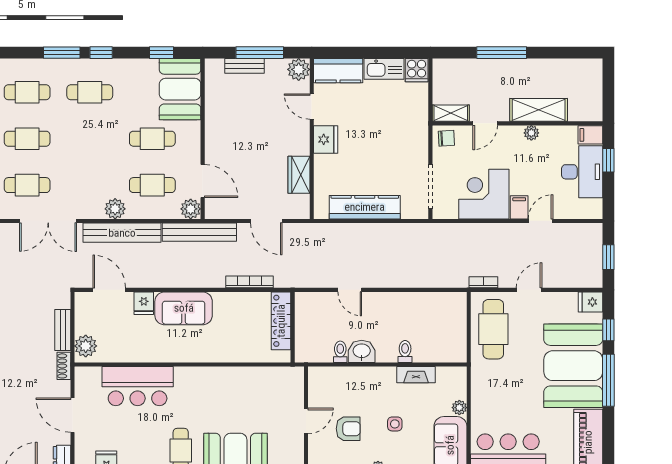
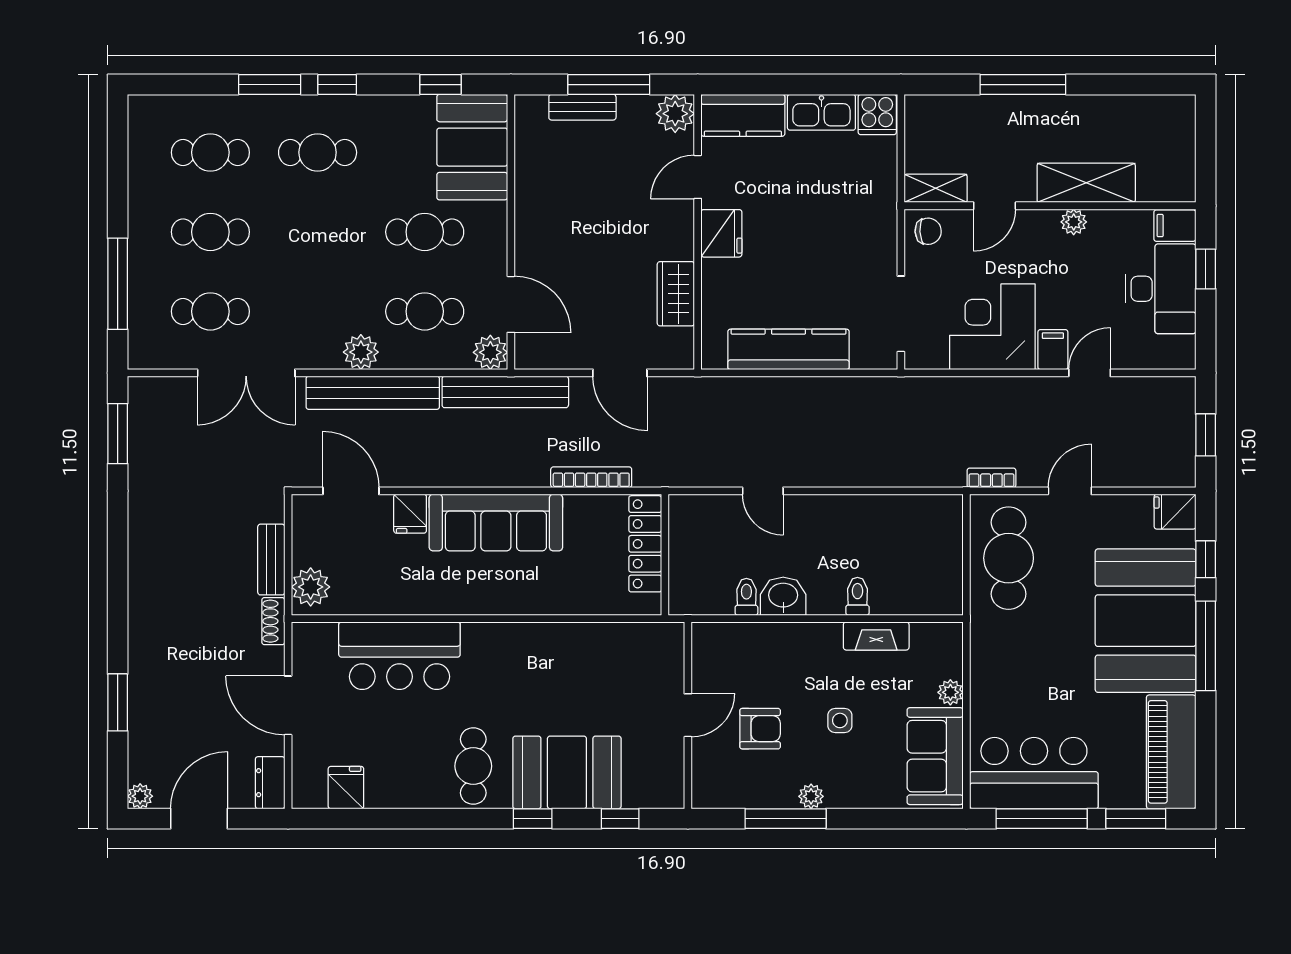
door: (312, 107) -> (698, 177), hinge flipped
sofa: (184, 308) -> (496, 523), width x1.36

